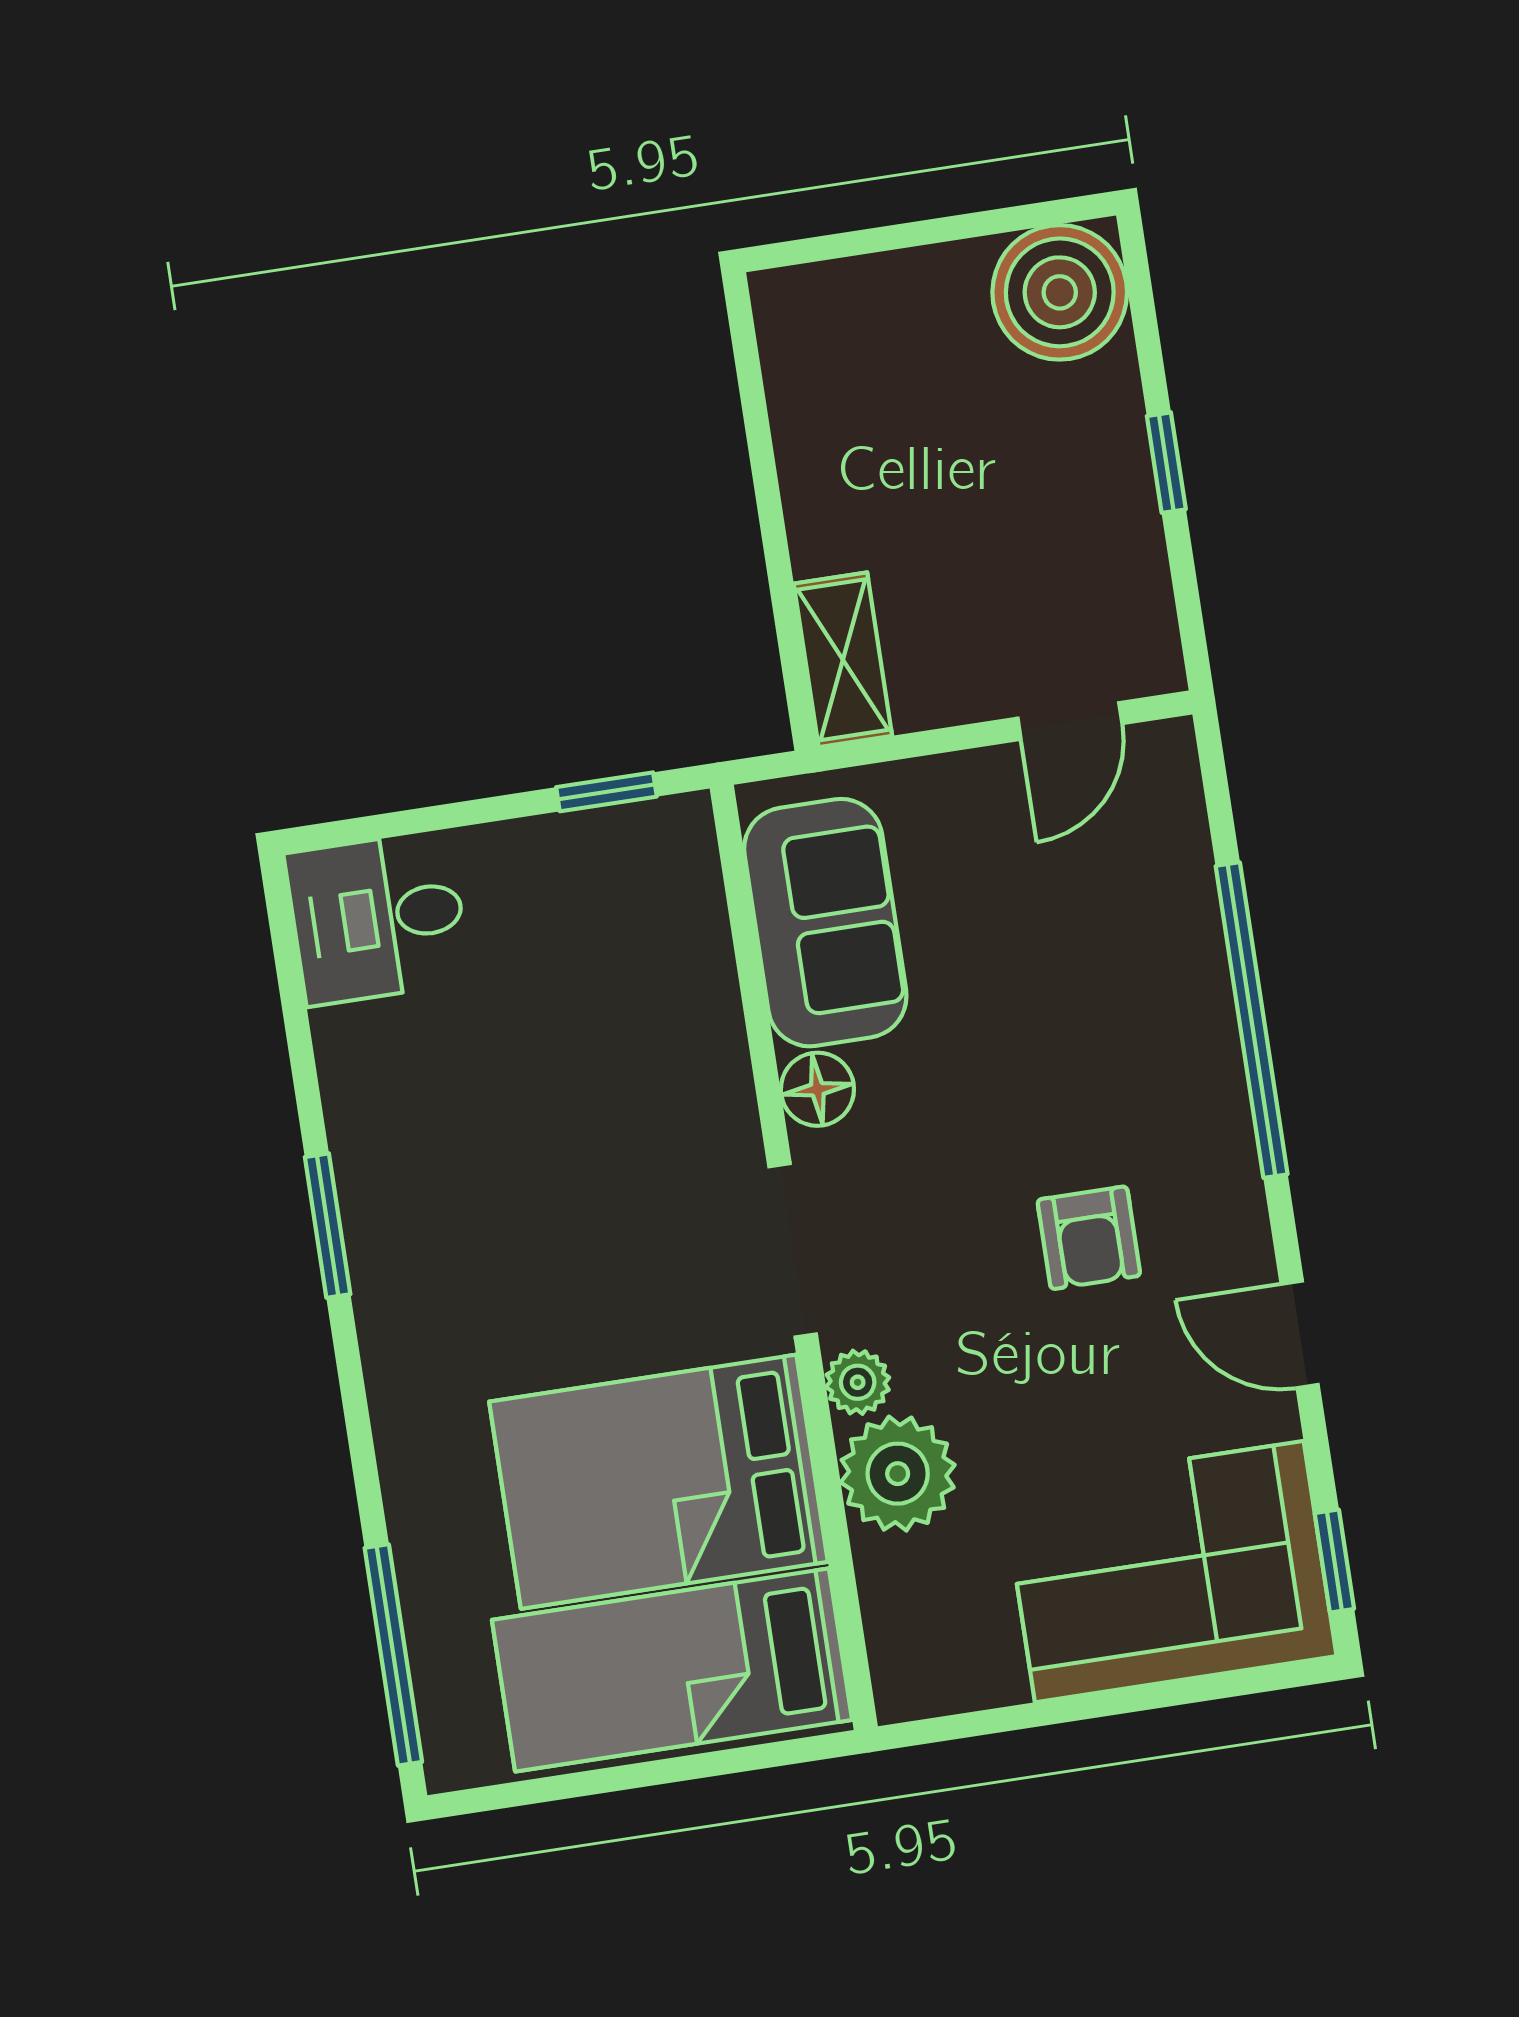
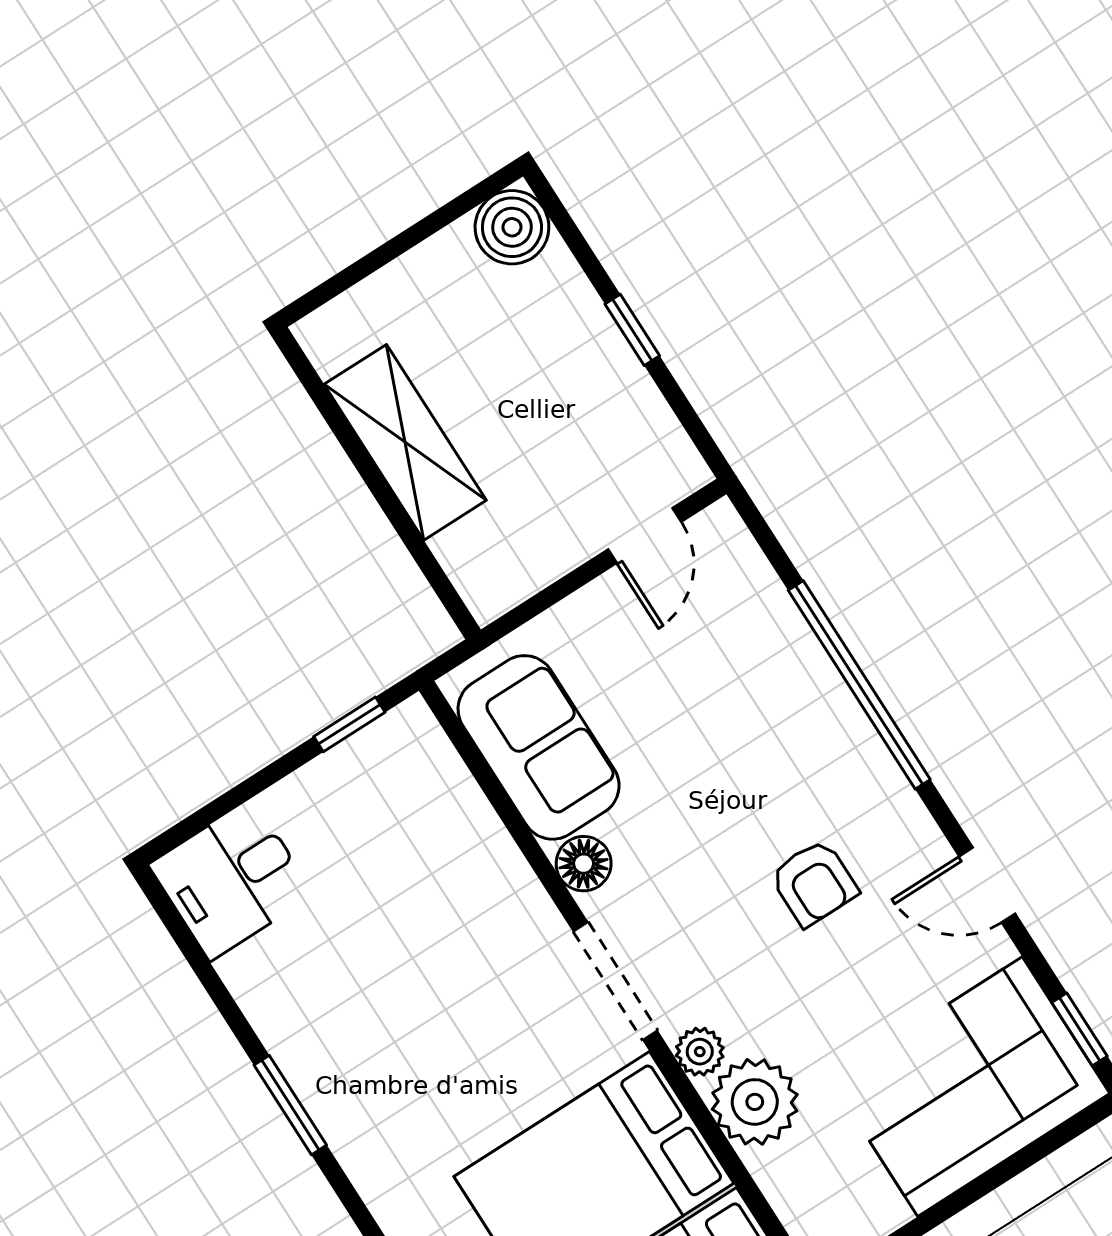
boiler: (1060, 292) -> (512, 227), width x0.73, depth x0.73
shelving: (843, 660) -> (405, 442), moved, width x1.50, depth x1.33

